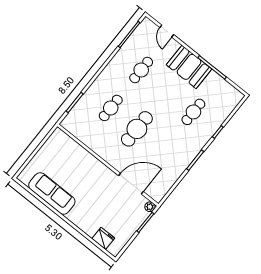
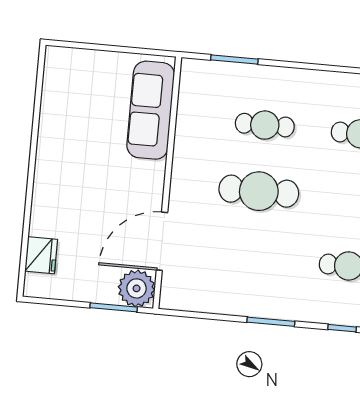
door: (131, 184) -> (162, 241), swing flipped
sofa: (52, 193) -> (151, 110), moved, turned 180
plant: (150, 207) -> (137, 288), width x1.88, depth x1.88

